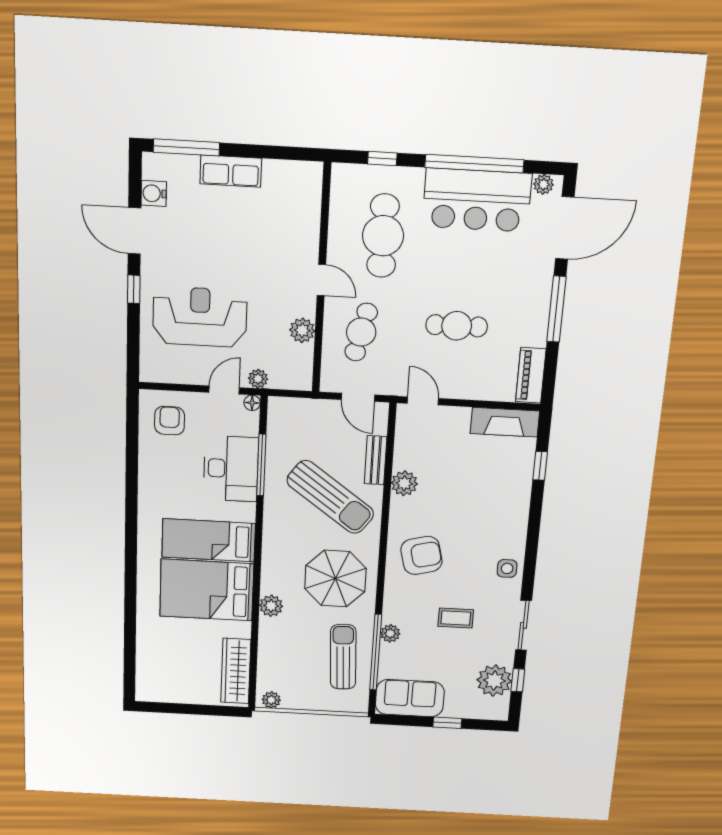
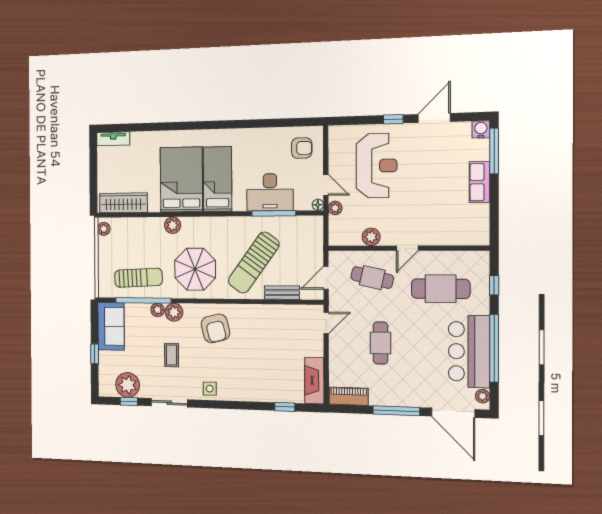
water cooler: (154, 193) -> (481, 129), moved
plant: (404, 483) -> (174, 312), moved
tv unit: (145, 680) -> (113, 139), added

